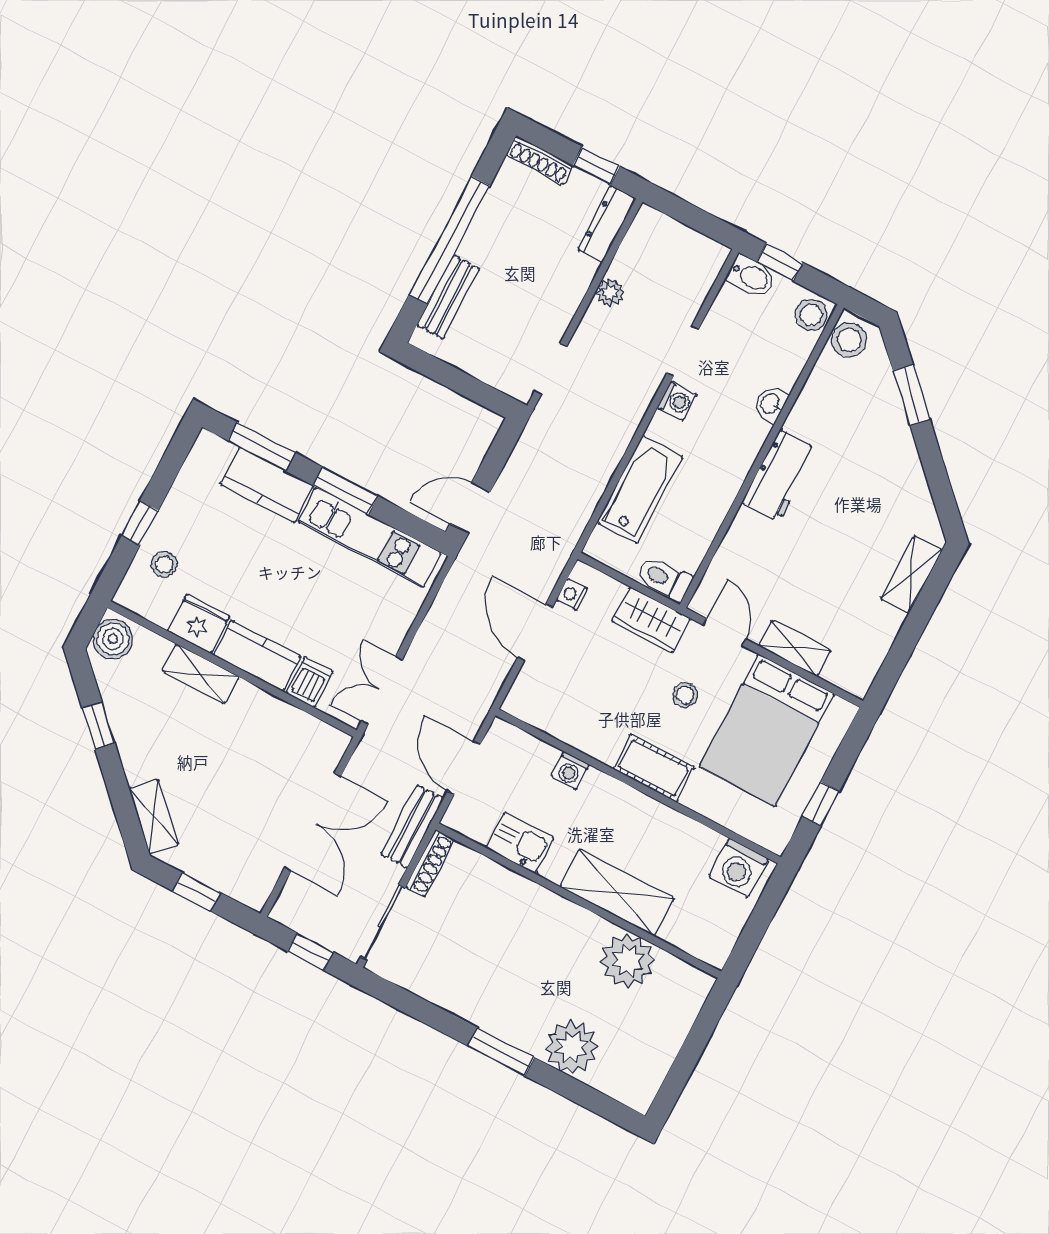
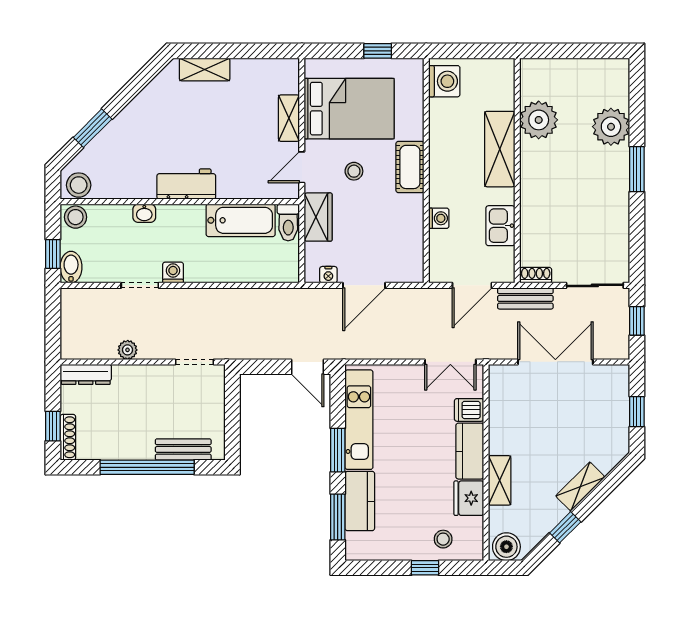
window: (596, 166) -> (53, 426), moved
bathtub: (640, 490) -> (241, 220), moved, turned 180
shelving: (154, 816) -> (580, 487), moved
shoe rack: (430, 863) -> (536, 275), width x0.70

